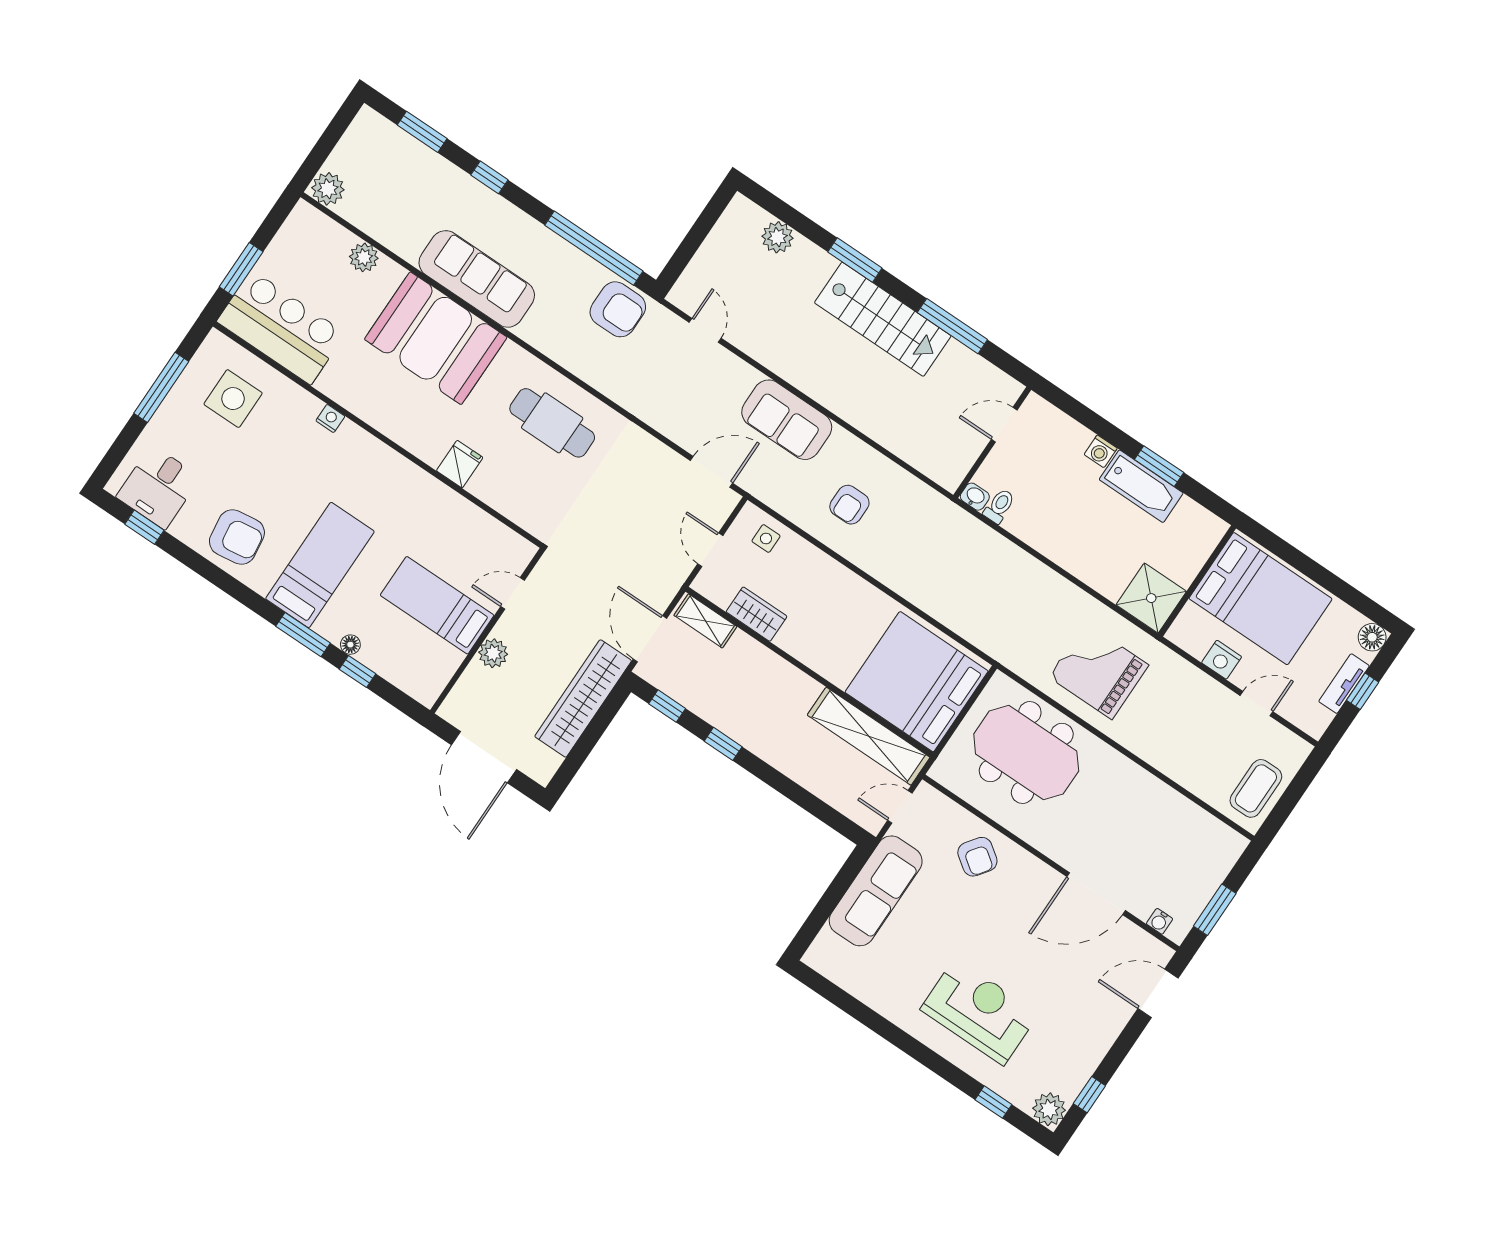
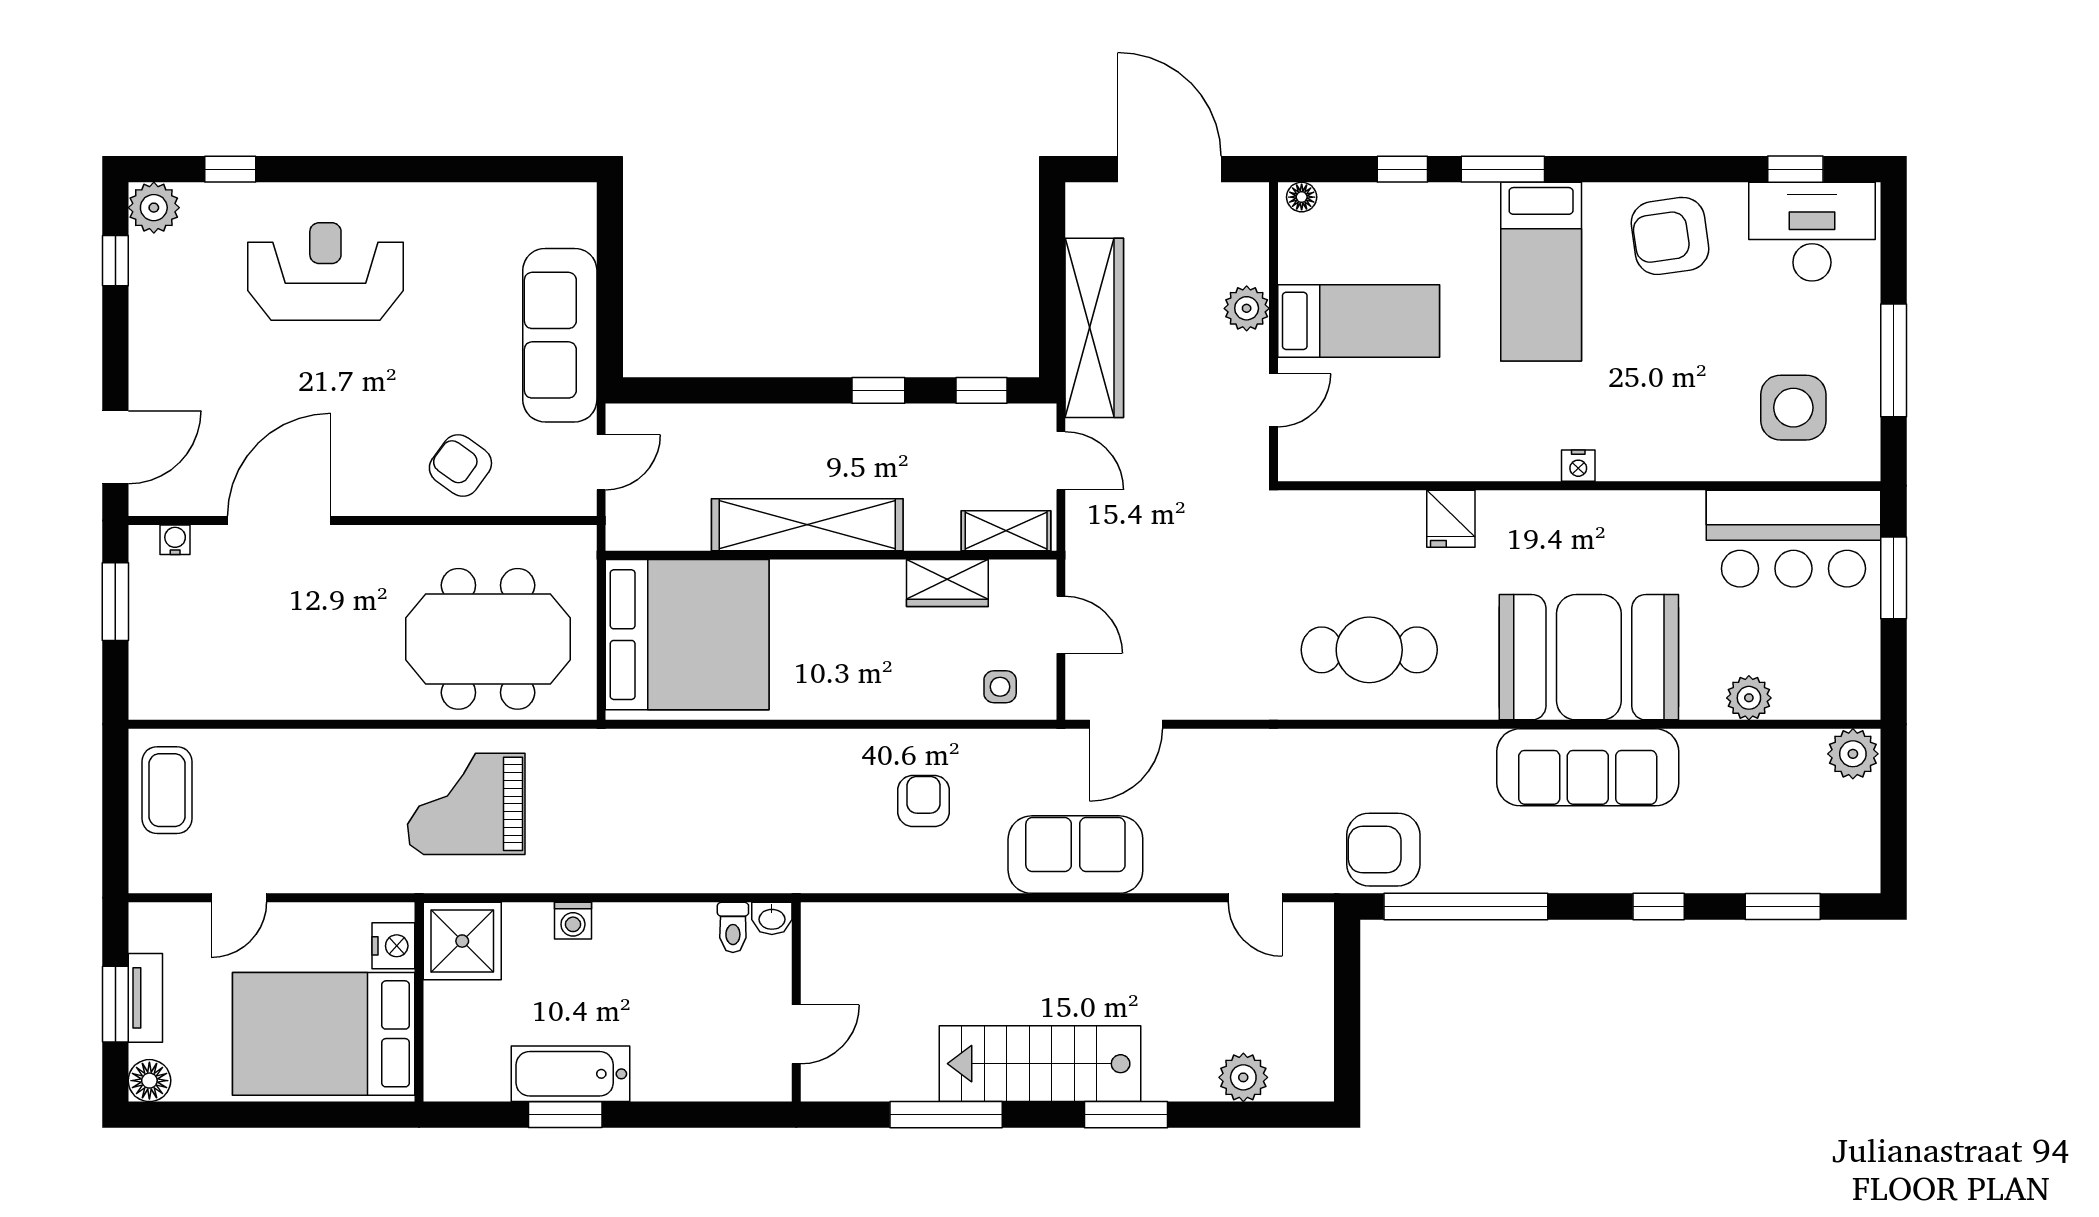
nightstand: (330, 418) -> (1578, 466), moved
washing machine: (1101, 451) -> (573, 921), moved, turned 180
desk: (158, 487) -> (1812, 232), width x1.37
door: (650, 639) -> (1061, 461), width x0.73
floor lamp: (350, 645) -> (1302, 197), moved
nightstand: (1222, 660) -> (393, 946), moved, turned 90
grand piano: (1099, 671) -> (466, 804), turned 180
window: (1363, 691) -> (115, 1004), width x1.50
shelving: (869, 736) -> (807, 525), moved
reception desk: (979, 1012) -> (325, 271), turned 180

